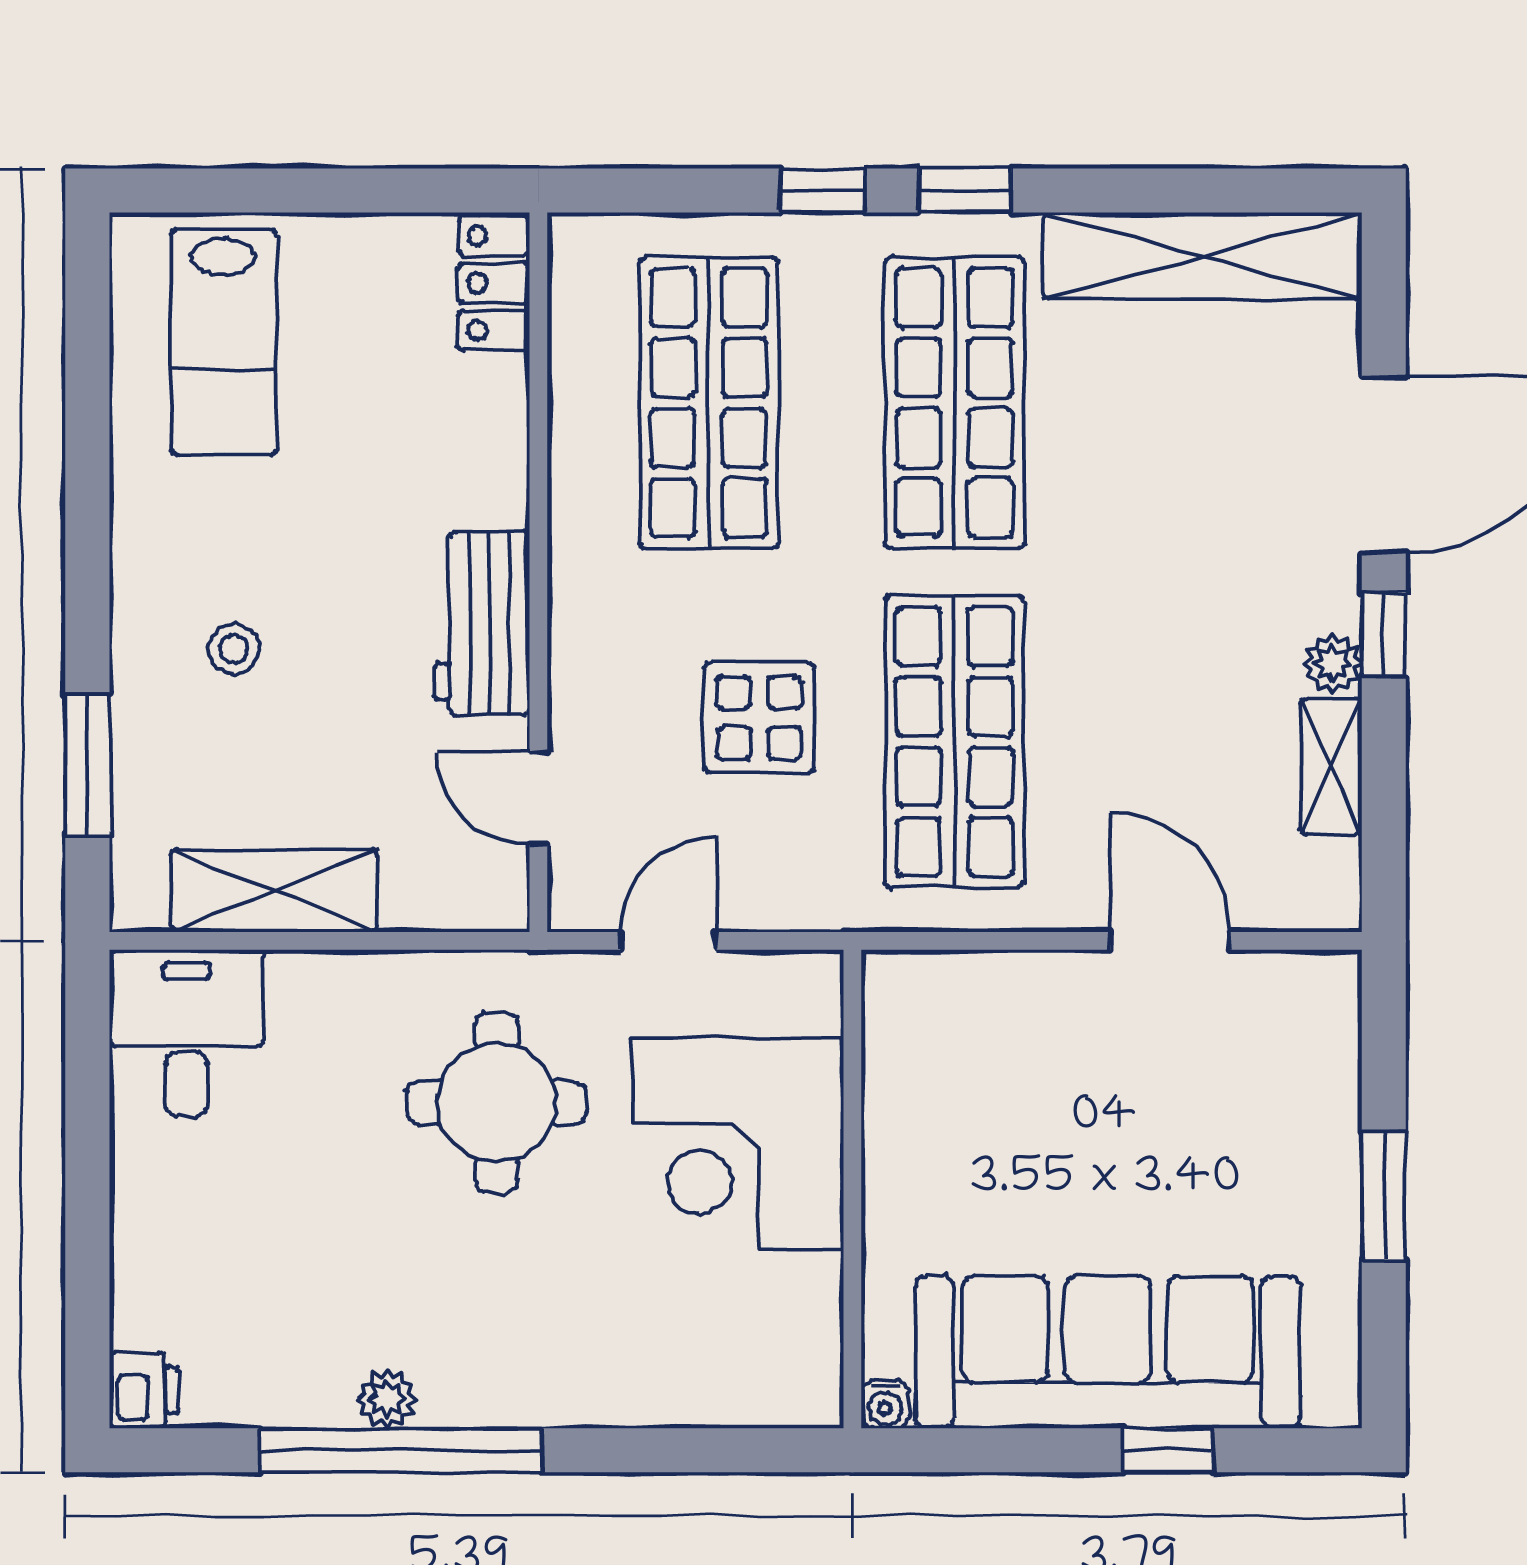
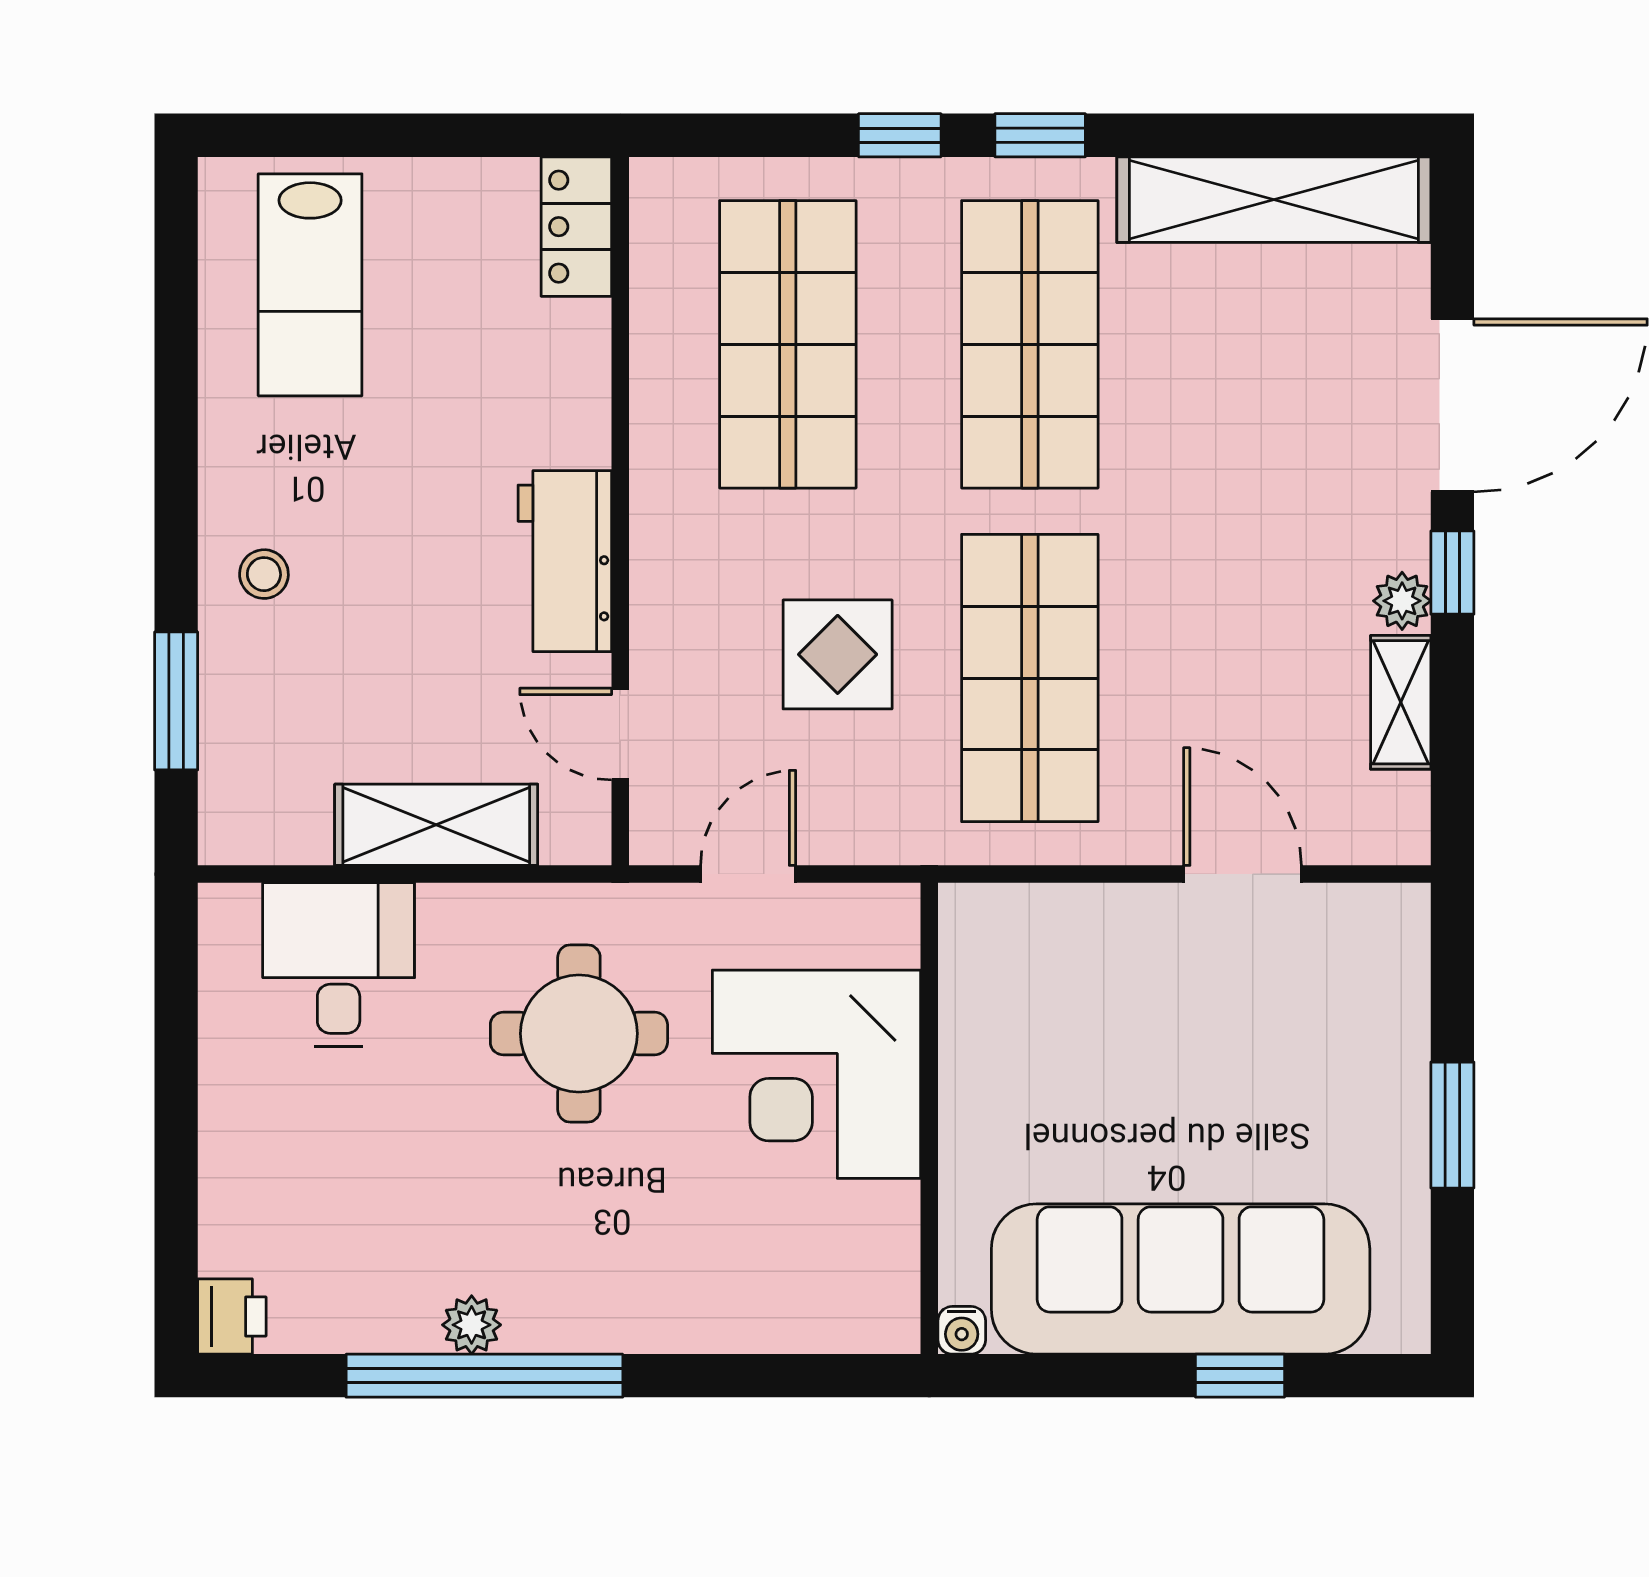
stool: (234, 649) -> (264, 574), moved
shelving: (275, 891) -> (436, 825), moved
desk: (186, 1033) -> (339, 965), moved

